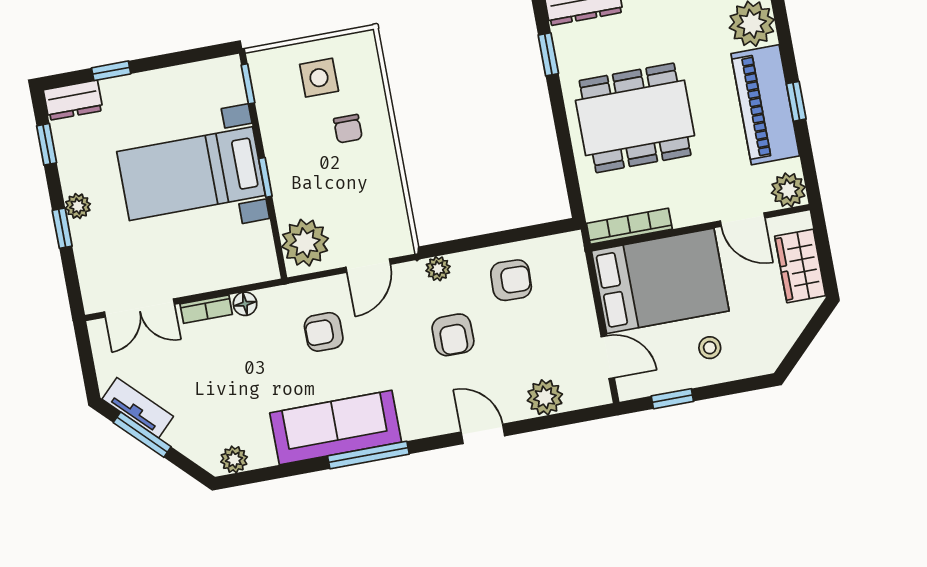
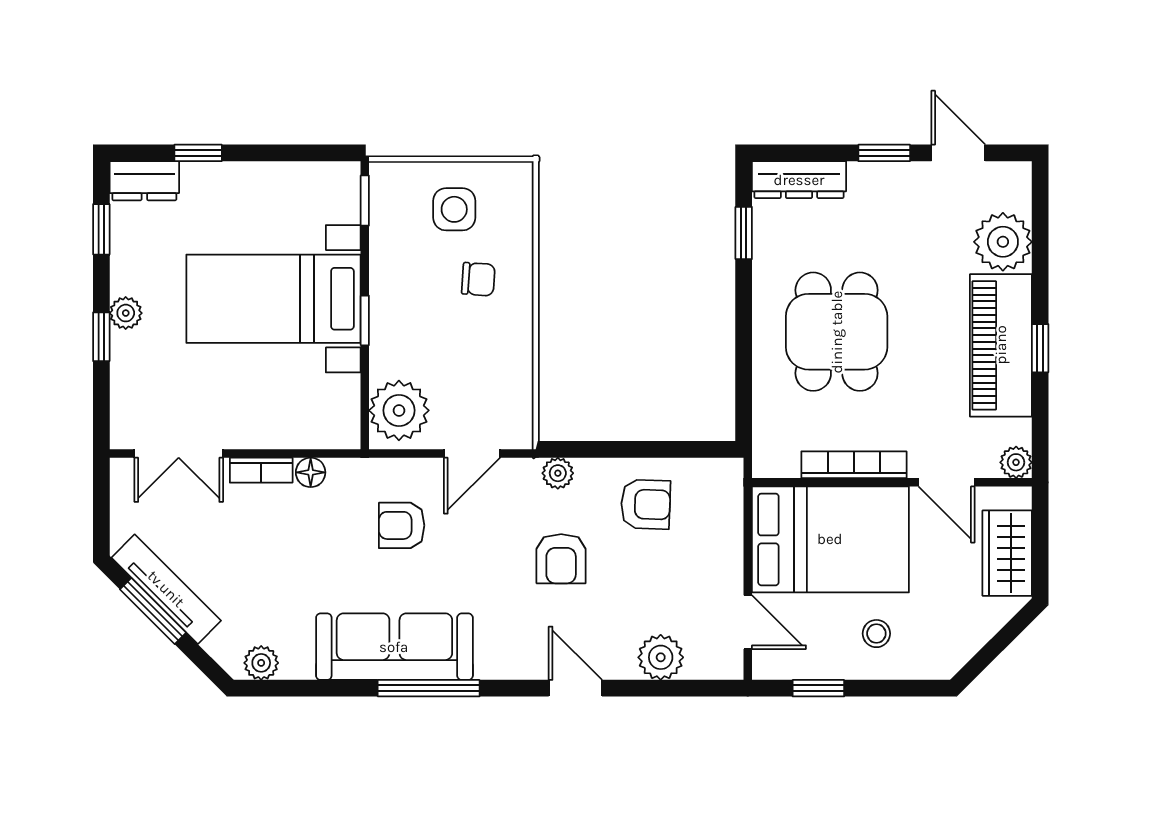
dining table: (635, 118) -> (837, 332), width x0.73
chair: (348, 129) -> (478, 279), turned -86
plant: (788, 190) -> (1016, 462), width x0.73, depth x0.73
bookcase: (629, 226) -> (854, 465), moved
tv unit: (138, 408) -> (166, 589), width x1.41

